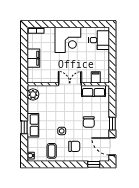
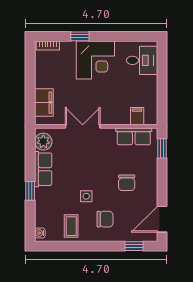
window: (57, 24) -> (80, 36), added
filing cabinet: (33, 58) -> (44, 103), moved
double door: (70, 84) -> (83, 126), moved
window: (112, 124) -> (162, 148), moved
row of seats: (33, 125) -> (43, 169), moved
door: (112, 146) -> (162, 219), hinge flipped

